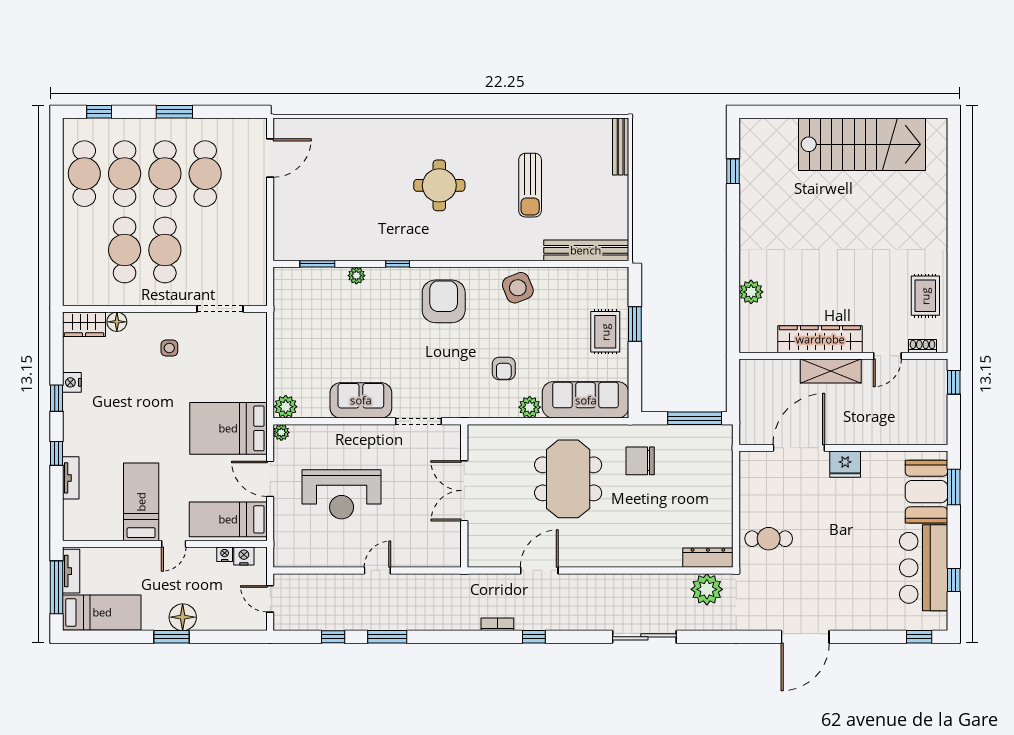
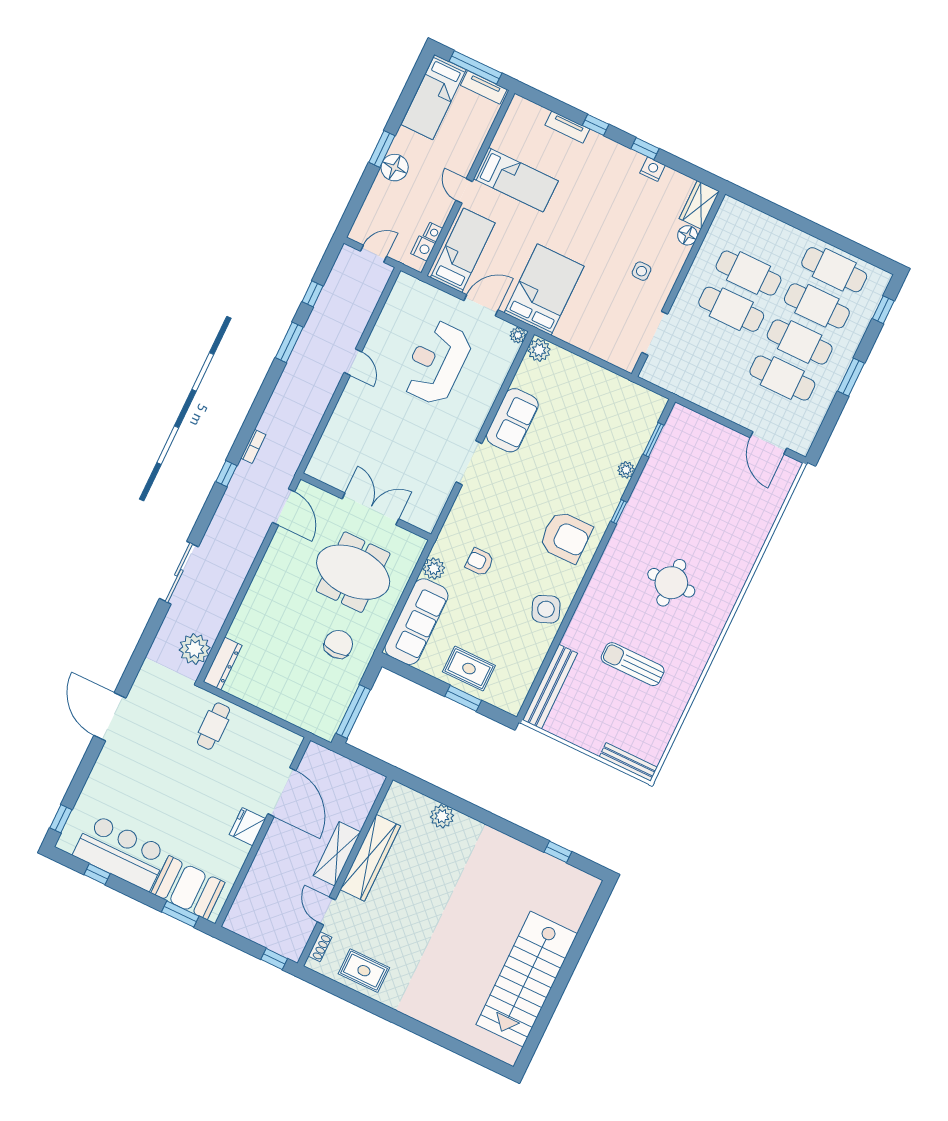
double door: (464, 491) -> (370, 509), moved
wall: (464, 496) -> (366, 507), moved

